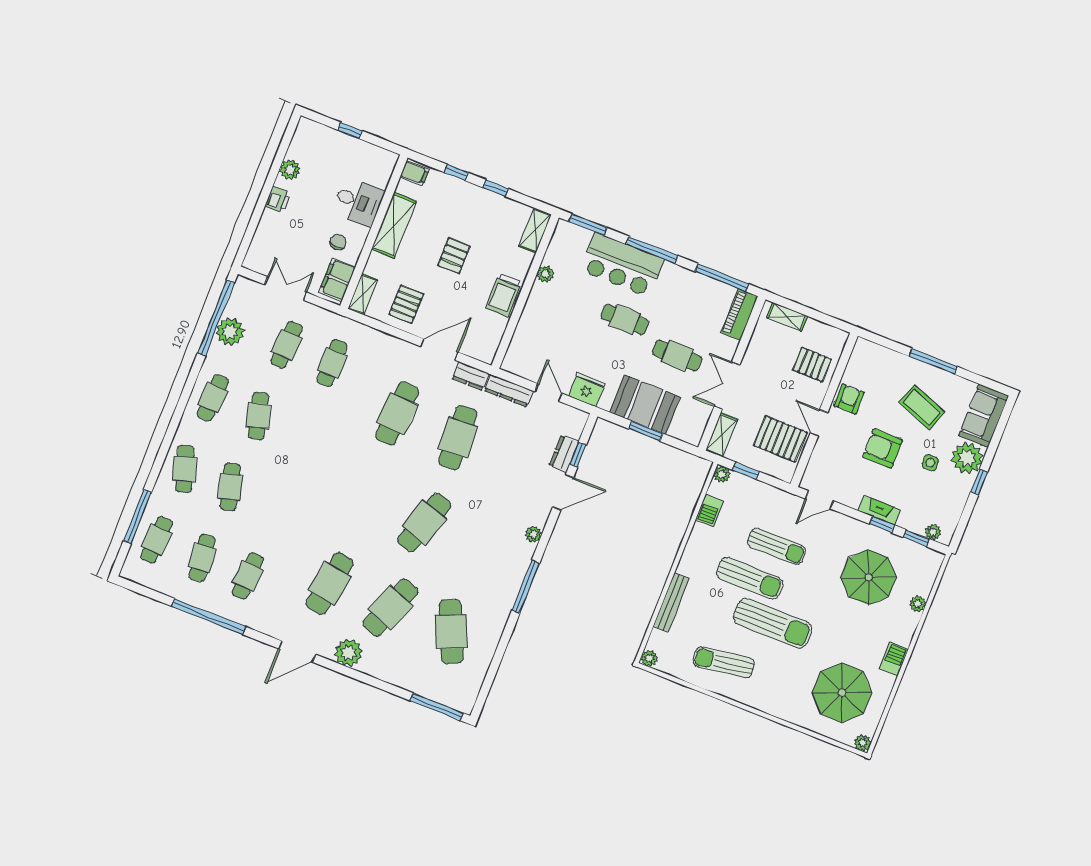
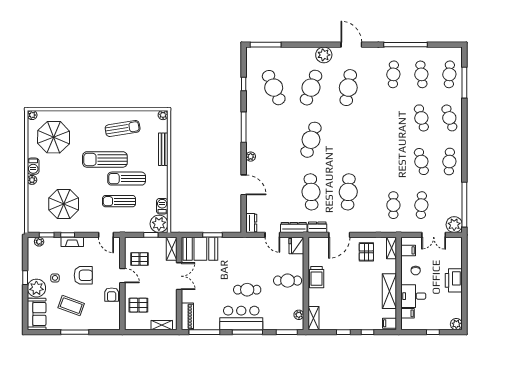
plant: (290, 170) -> (456, 324), moved
filing cabinet: (379, 178) -> (408, 313), added
printer: (278, 200) -> (454, 280), width x1.87, depth x1.48
pallet: (454, 256) -> (351, 288), removed
bar counter: (622, 265) -> (241, 318), moved
plant: (545, 274) -> (299, 315), moved
filing cabinet: (337, 280) -> (408, 250), width x0.50
trolley: (504, 295) -> (317, 277), turned 180
plant: (230, 332) -> (454, 225), moved
cafe table: (677, 356) -> (288, 281), moved
fridge: (587, 390) -> (296, 245), moved, turned 90
booth: (645, 405) -> (200, 249), moved
pallet: (780, 439) -> (140, 259), width x0.67, depth x0.71
dresser: (564, 454) -> (251, 223), moved
window: (578, 455) -> (244, 84), moved
plant: (722, 474) -> (159, 224), width x1.88, depth x1.88
door: (563, 492) -> (244, 185), swing flipped
door: (819, 500) -> (106, 235), swing flipped
plant: (918, 604) -> (32, 180), moved
door: (297, 652) -> (351, 45), hinge flipped

